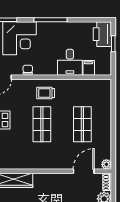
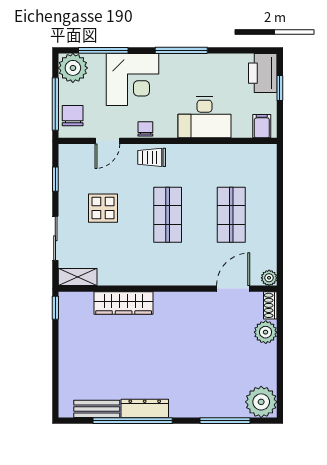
desk: (70, 62) -> (205, 117), width x1.37
filing cabinet: (89, 68) -> (262, 126), moved
trolley: (46, 93) -> (152, 157), moved

